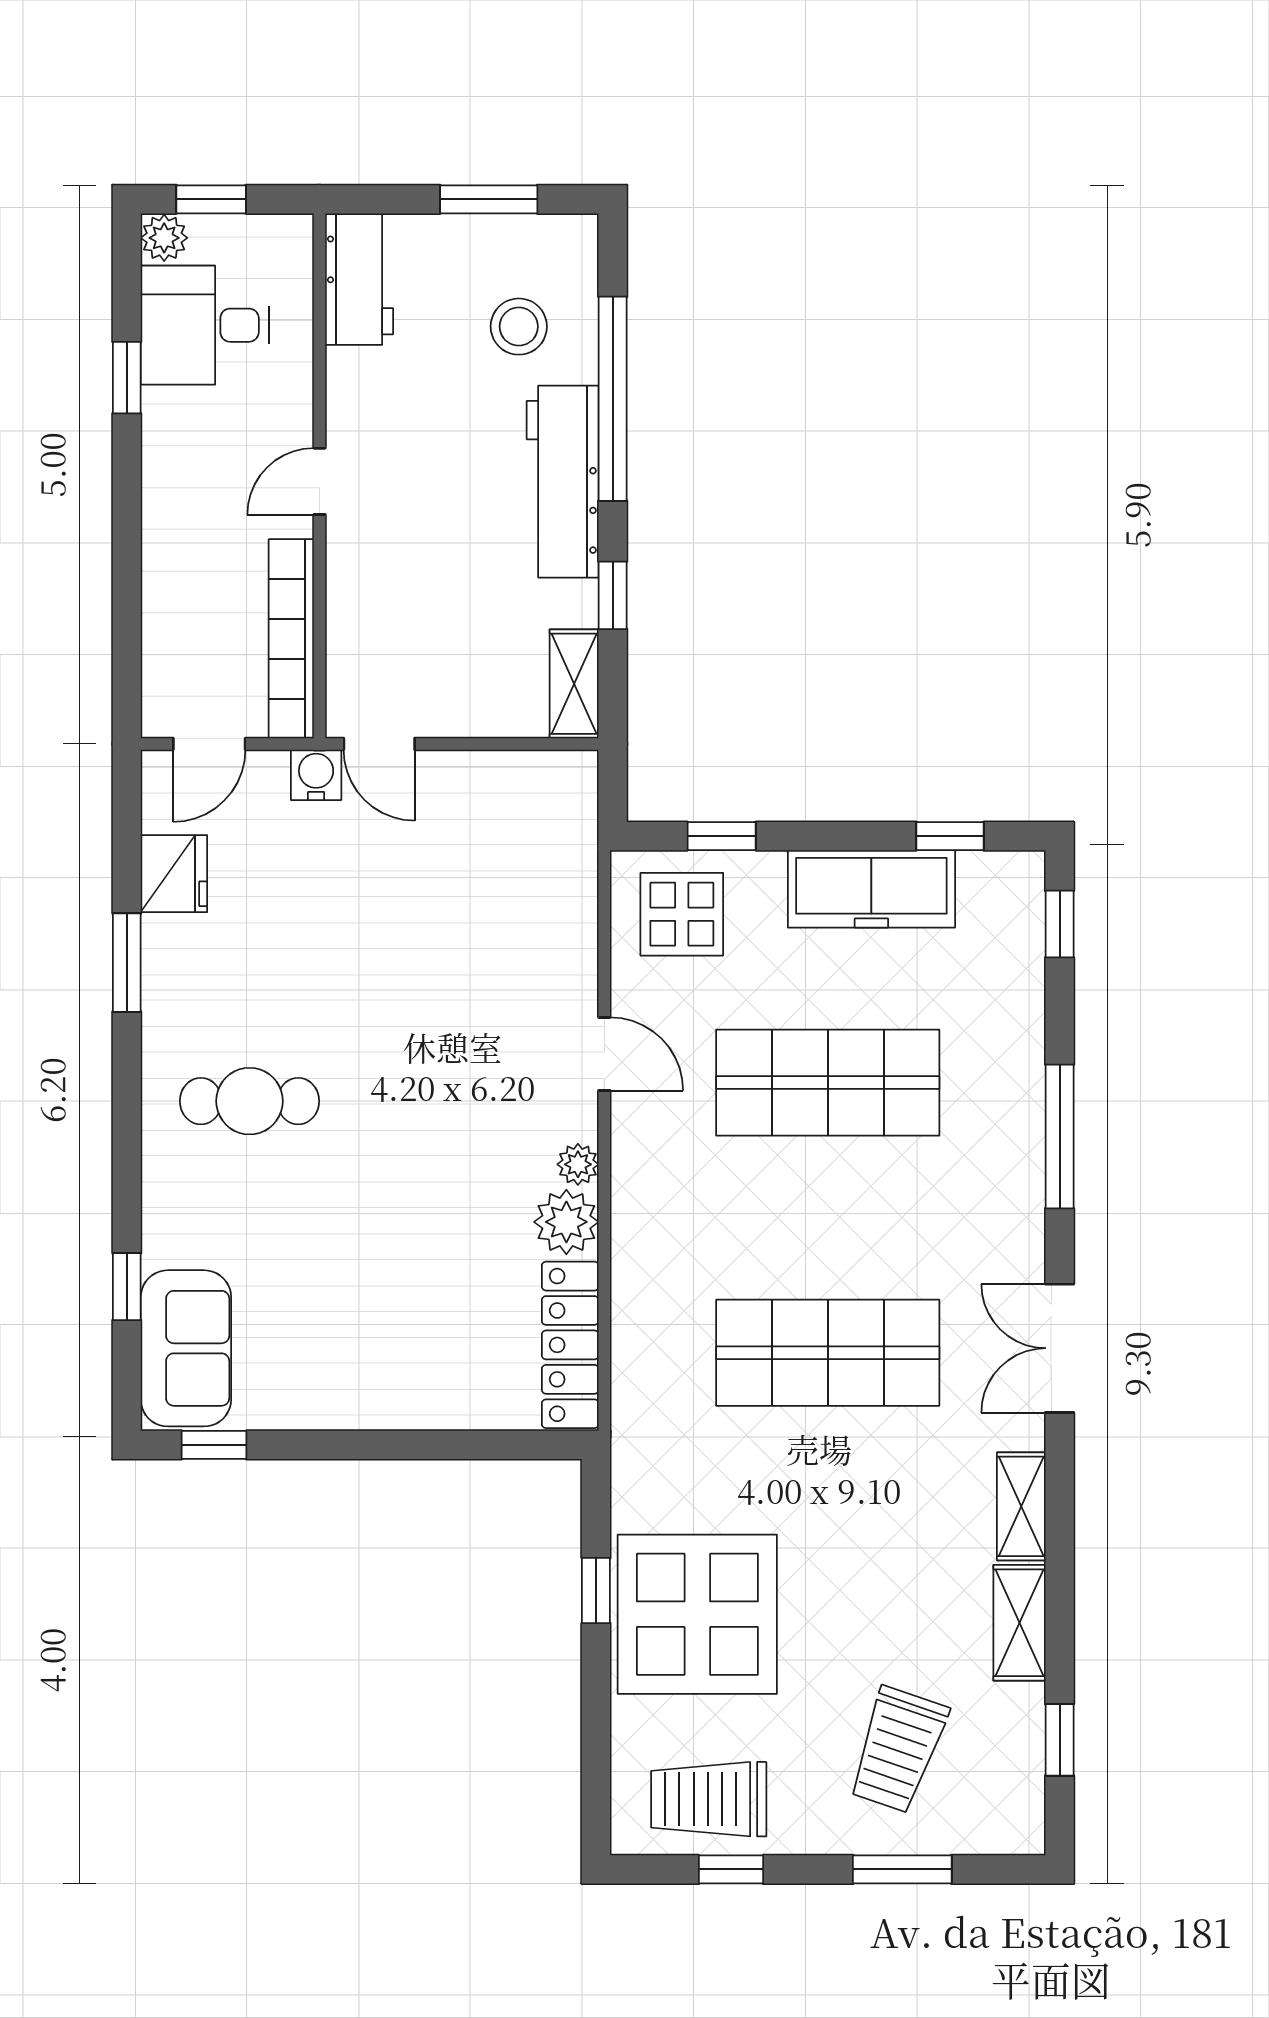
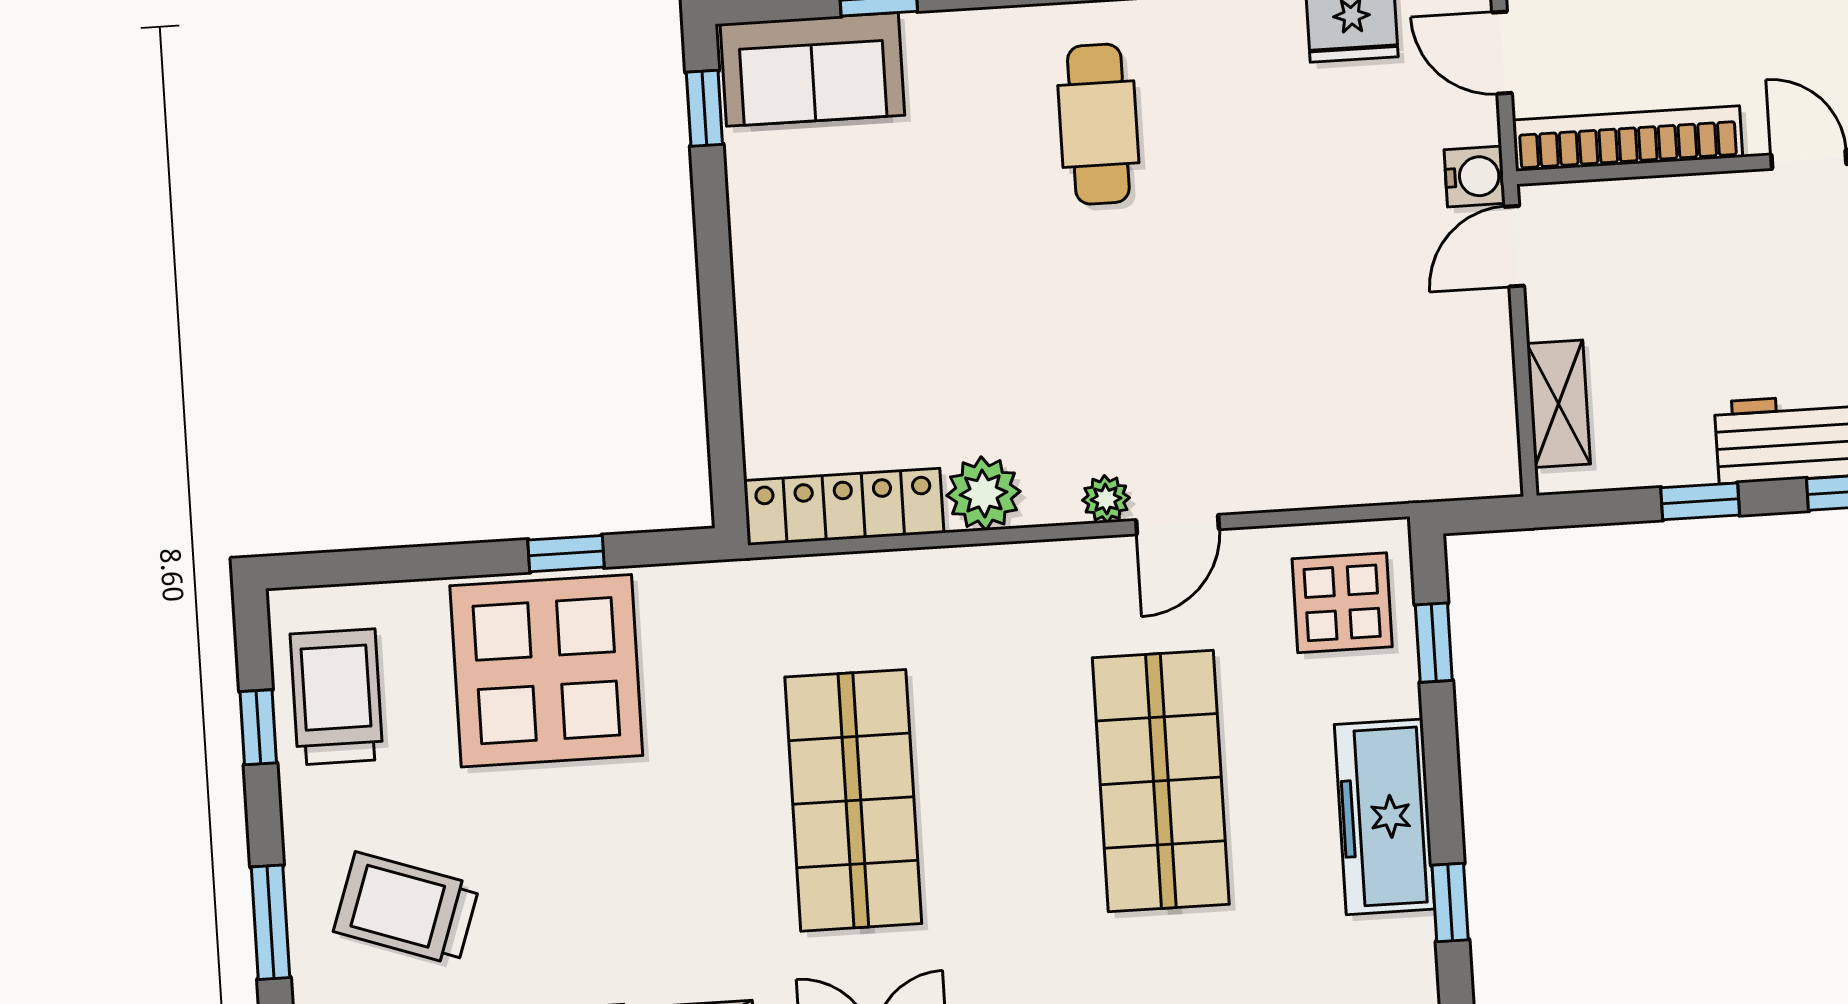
shelving: (574, 684) -> (1559, 404), moved, turned 90
plant: (578, 1164) -> (1106, 499), moved

